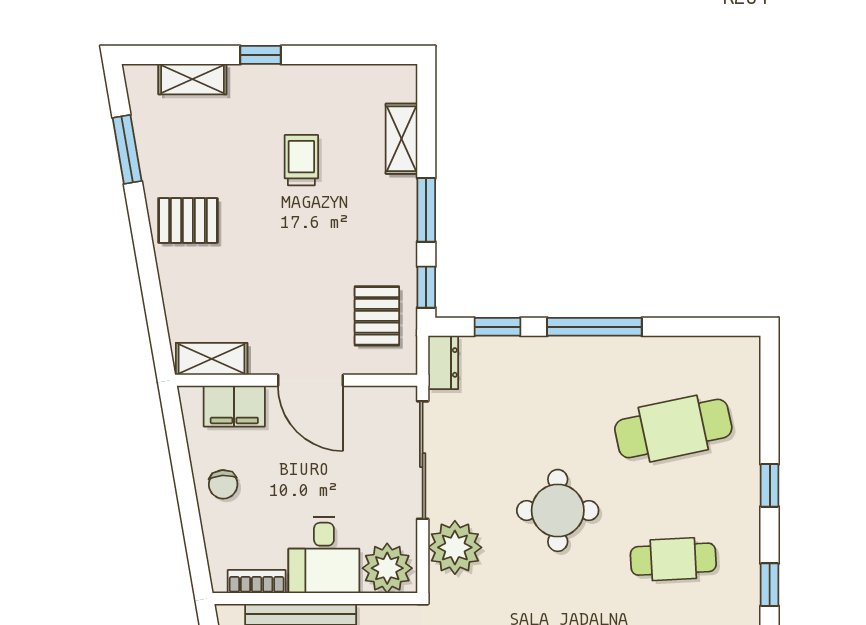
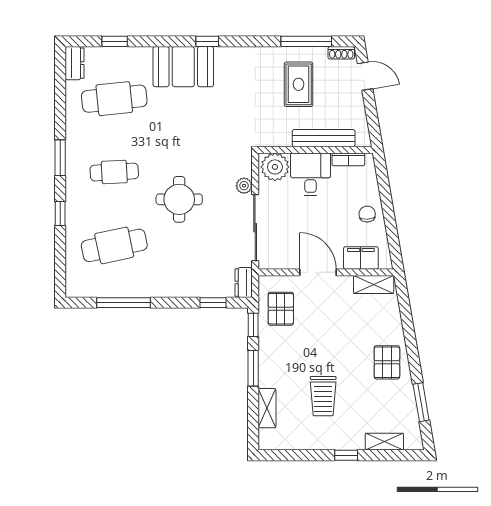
trolley: (301, 160) -> (323, 396), width x1.36, depth x1.39
pallet: (188, 220) -> (387, 362), turned 90
window: (594, 327) -> (123, 303), moved
plant: (455, 547) -> (244, 186), width x0.53, depth x0.53
window: (770, 585) -> (60, 158), width x1.50

